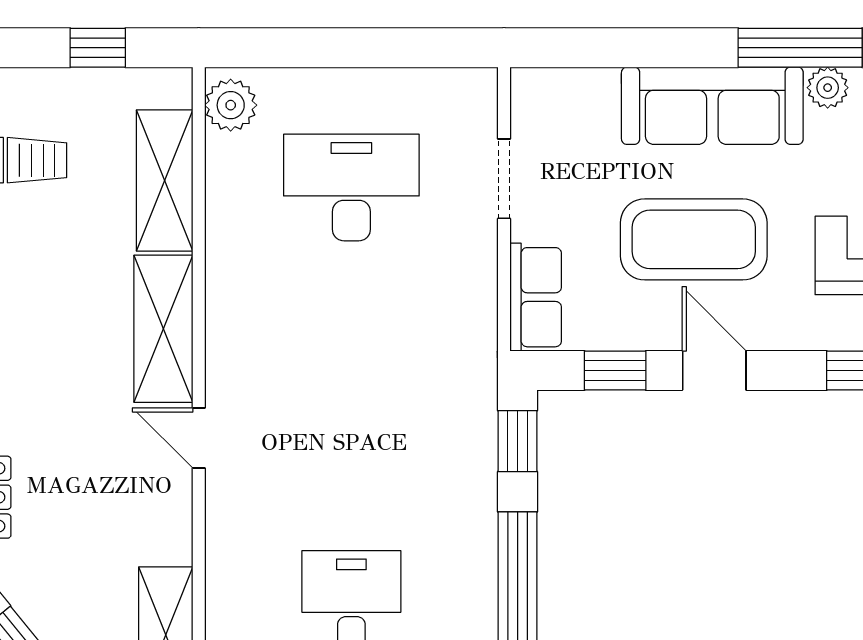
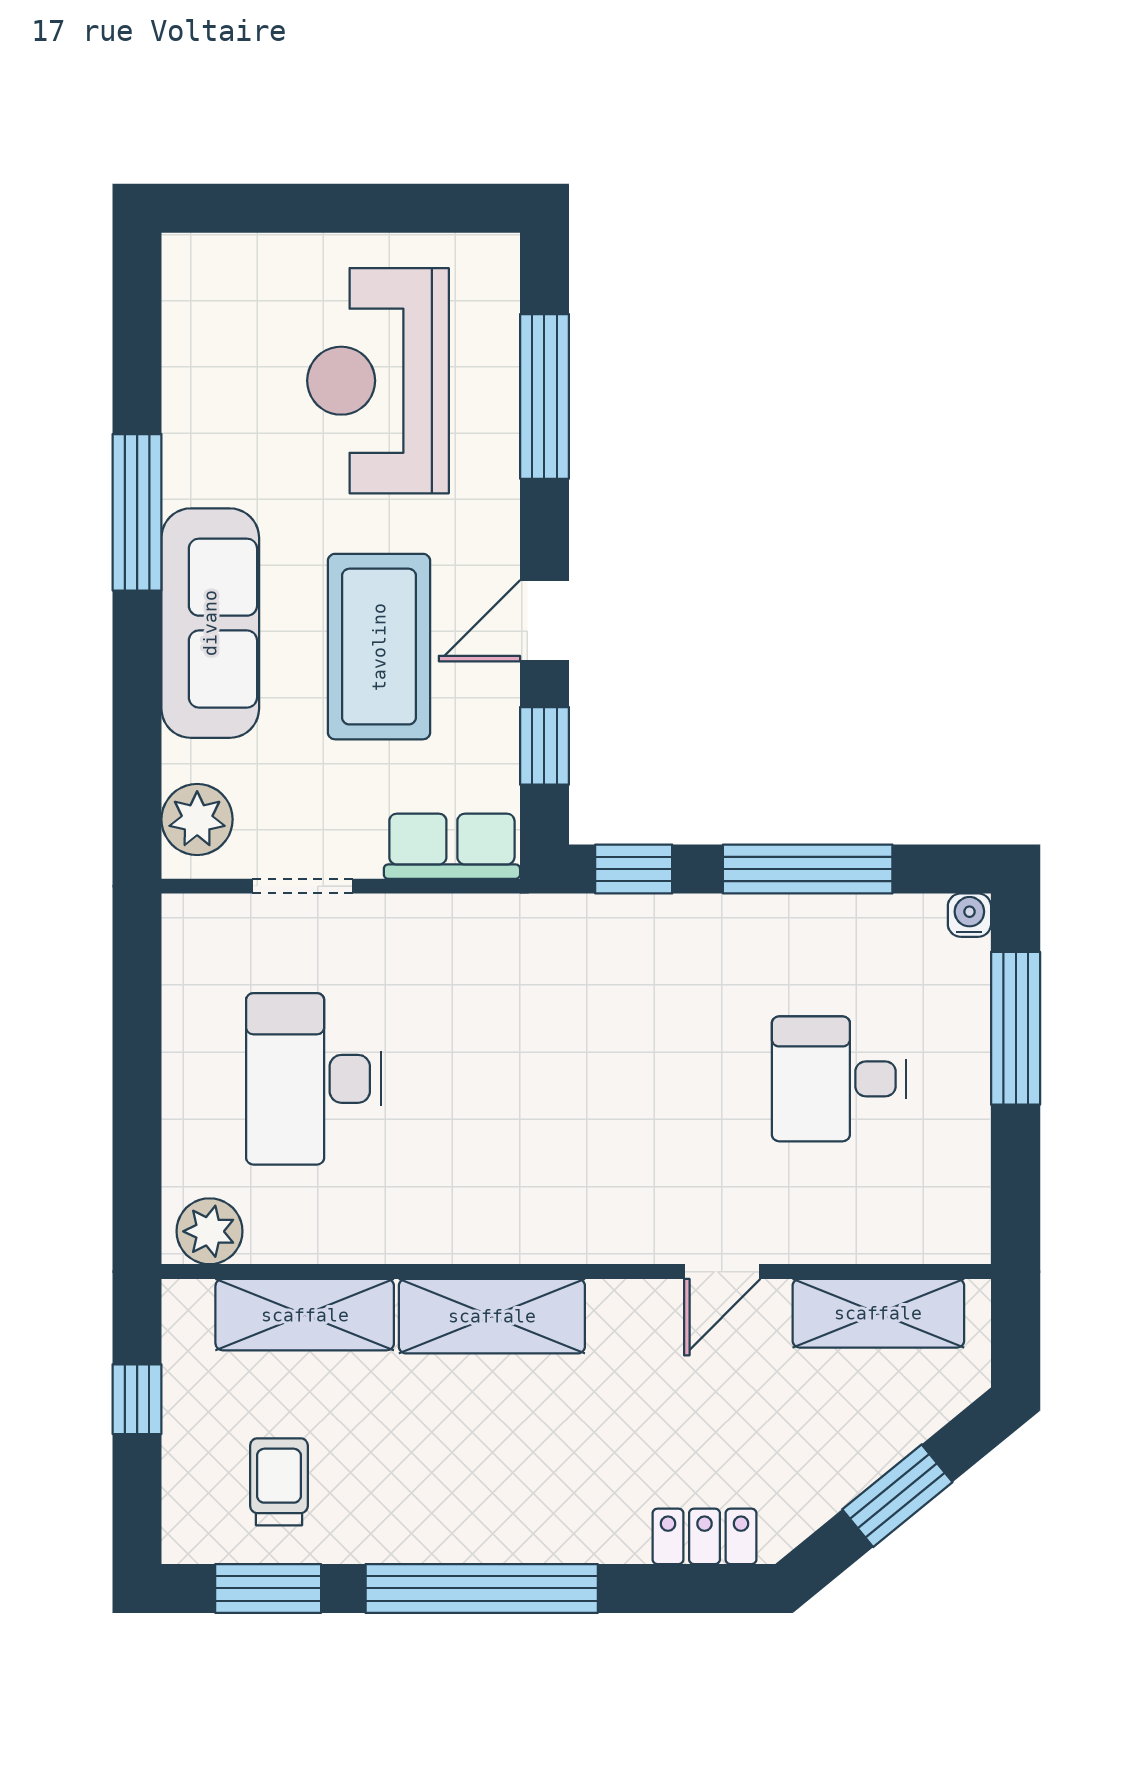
plant: (828, 88) -> (197, 819), moved, width x1.38, depth x1.38
door: (199, 438) -> (722, 1272), moved

